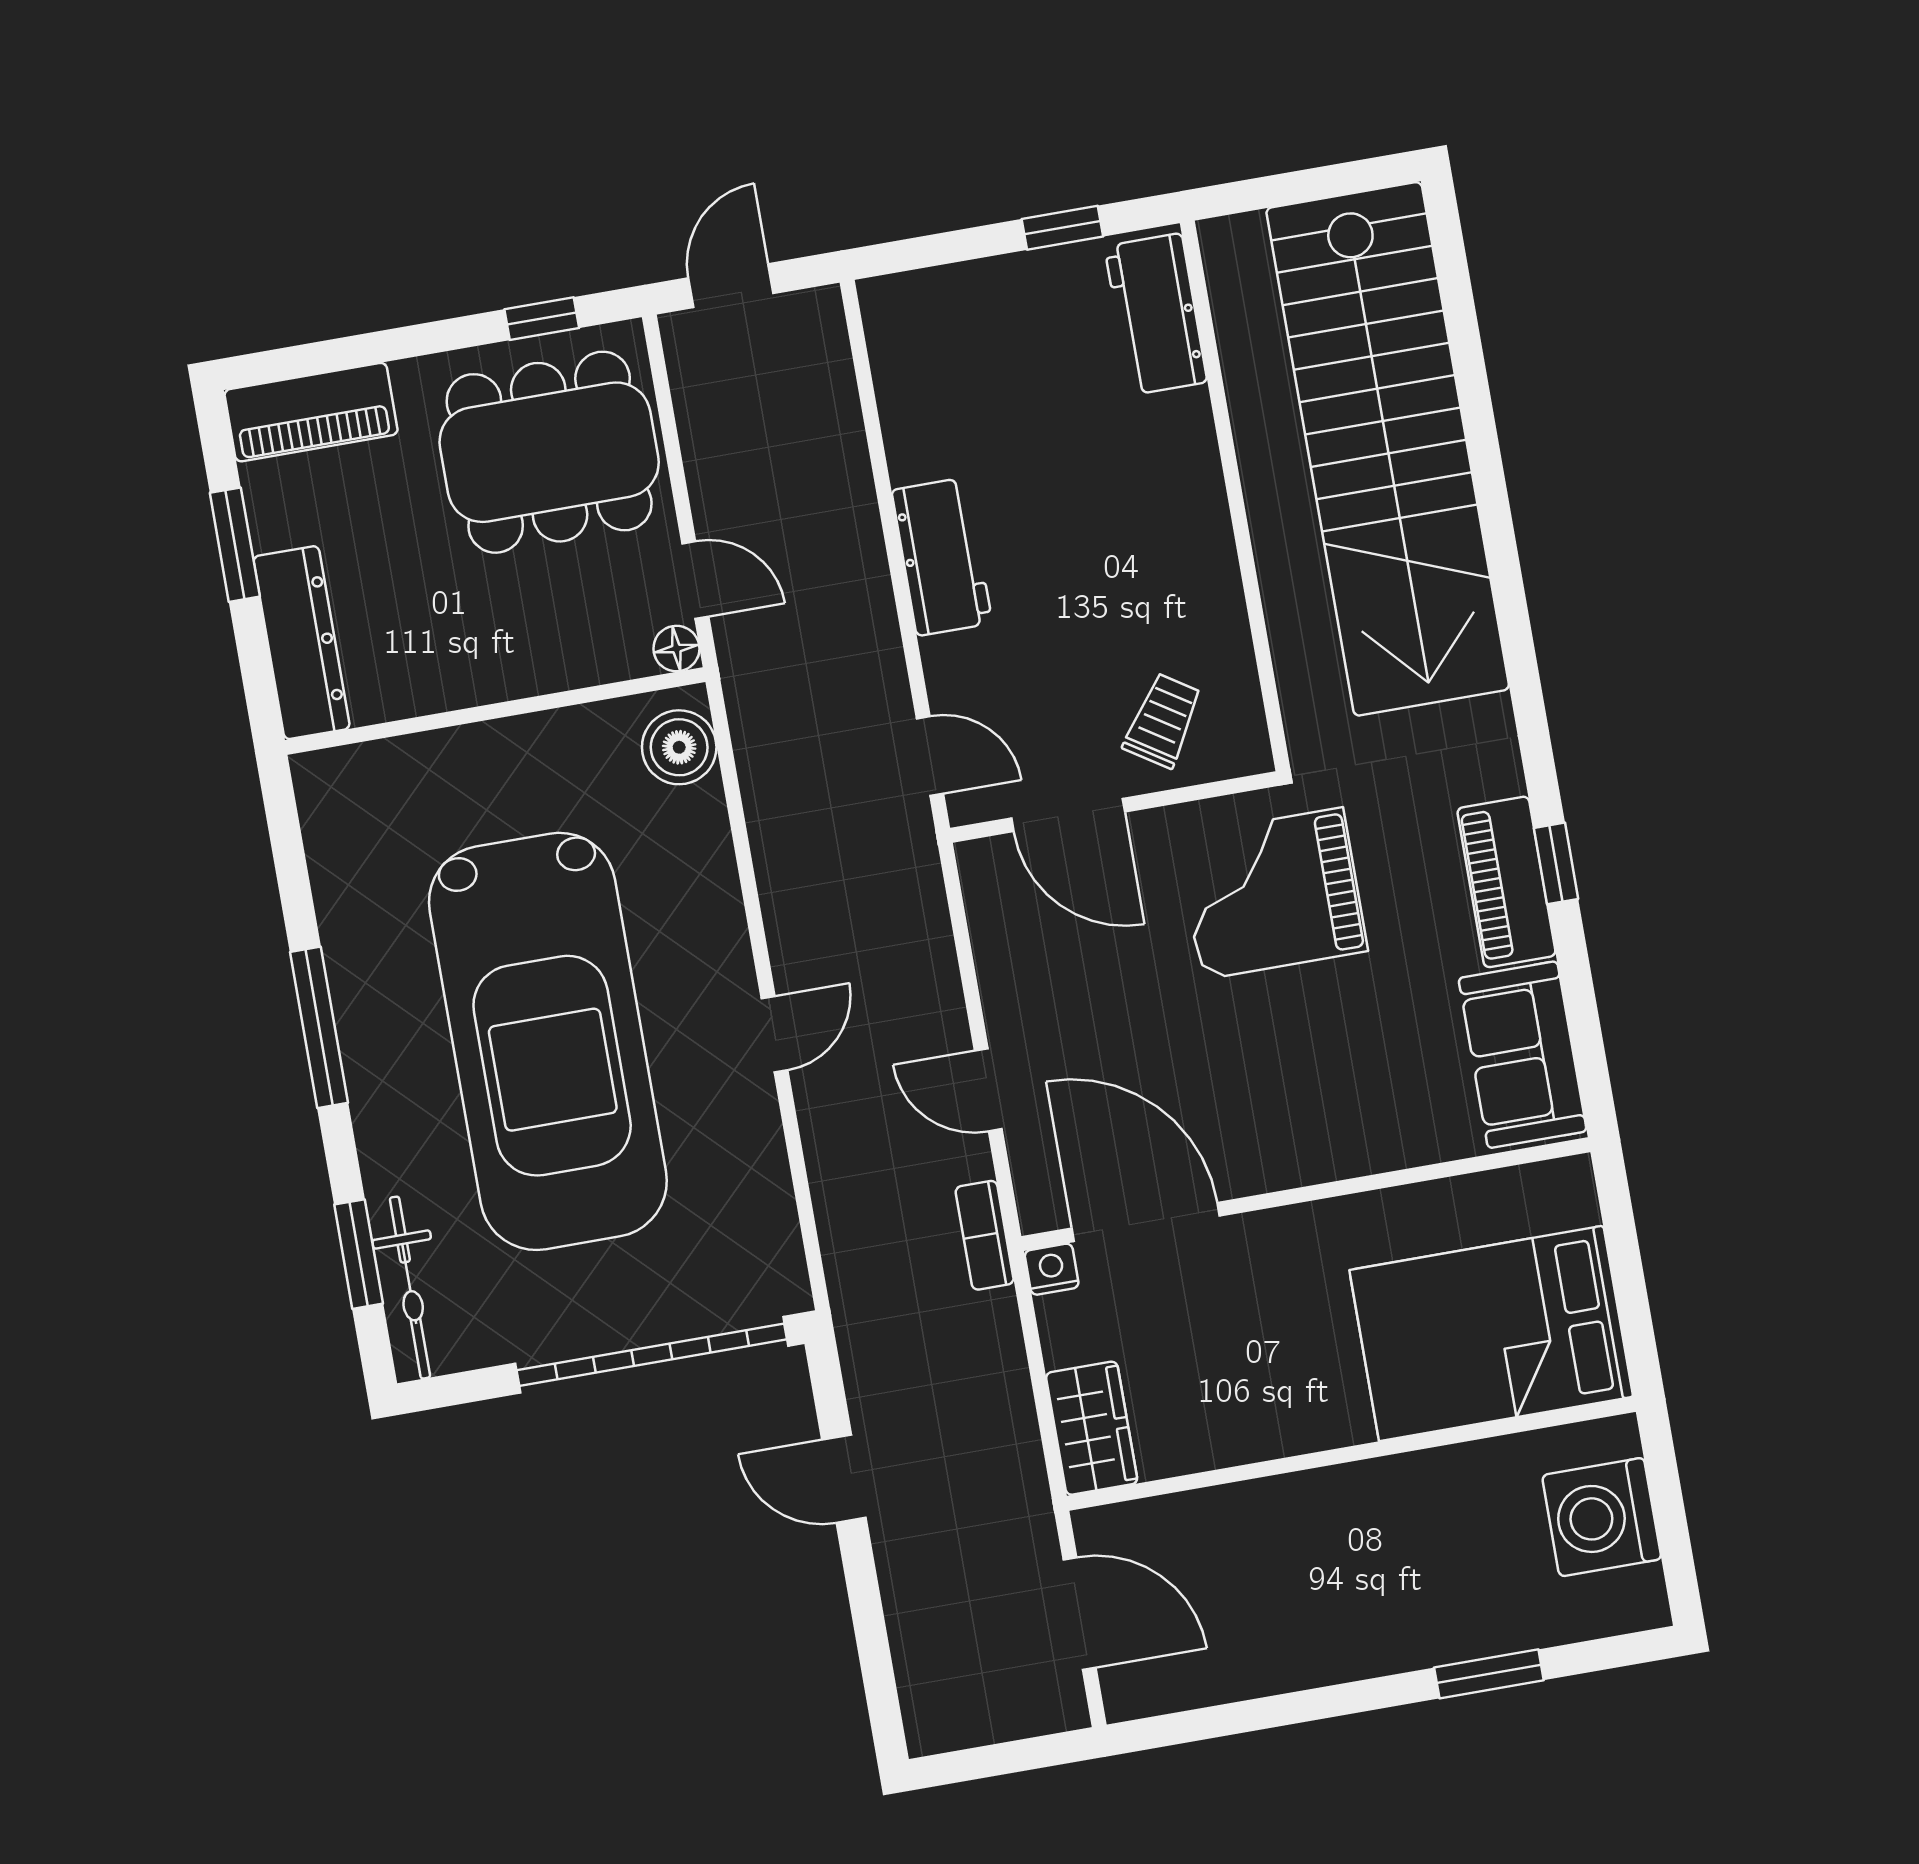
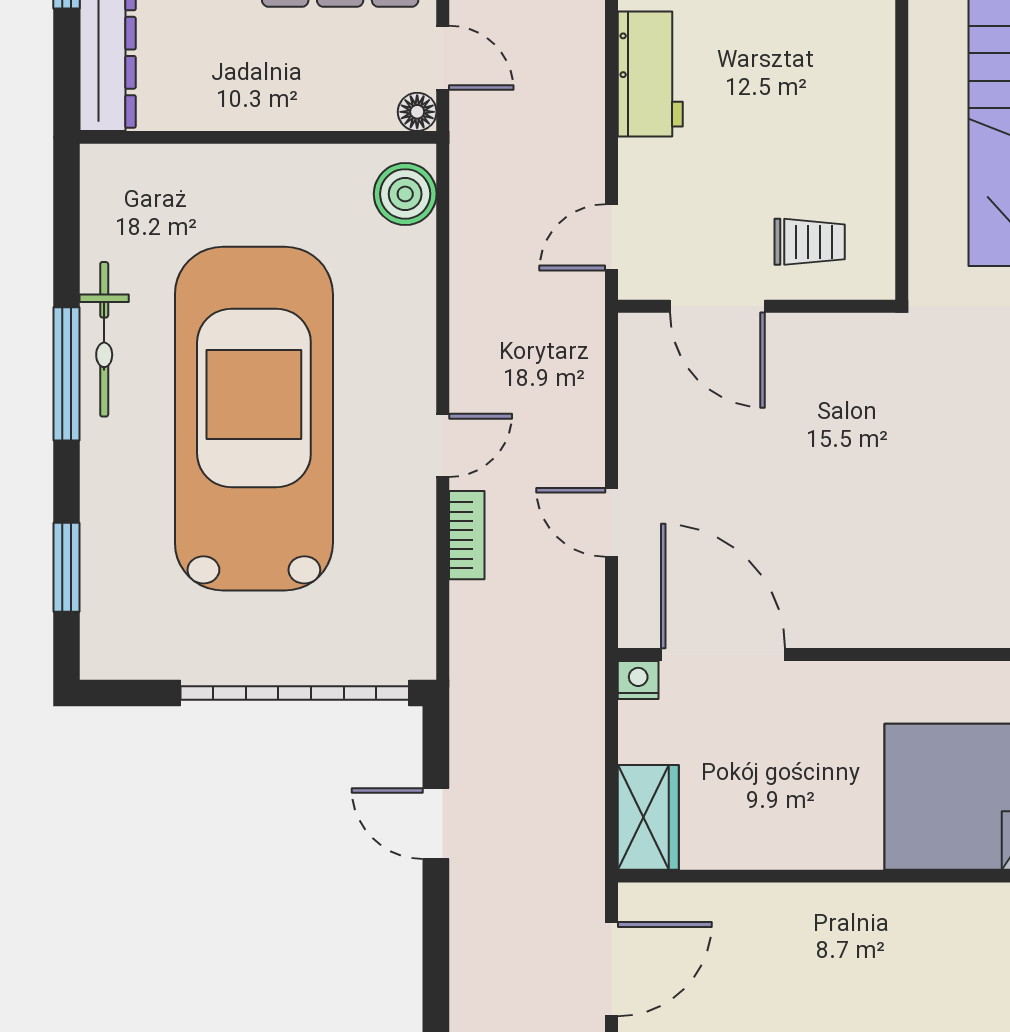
trolley: (1163, 721) -> (810, 242), turned 57
door: (930, 756) -> (612, 237), swing flipped
grand piano: (1272, 894) -> (875, 401), removed
car: (548, 1041) -> (254, 419), turned 180
bookcase: (985, 1235) -> (467, 535), moved, turned 180
bicycle: (410, 1288) -> (104, 339), moved
door: (1080, 1613) -> (612, 969), hinge flipped

